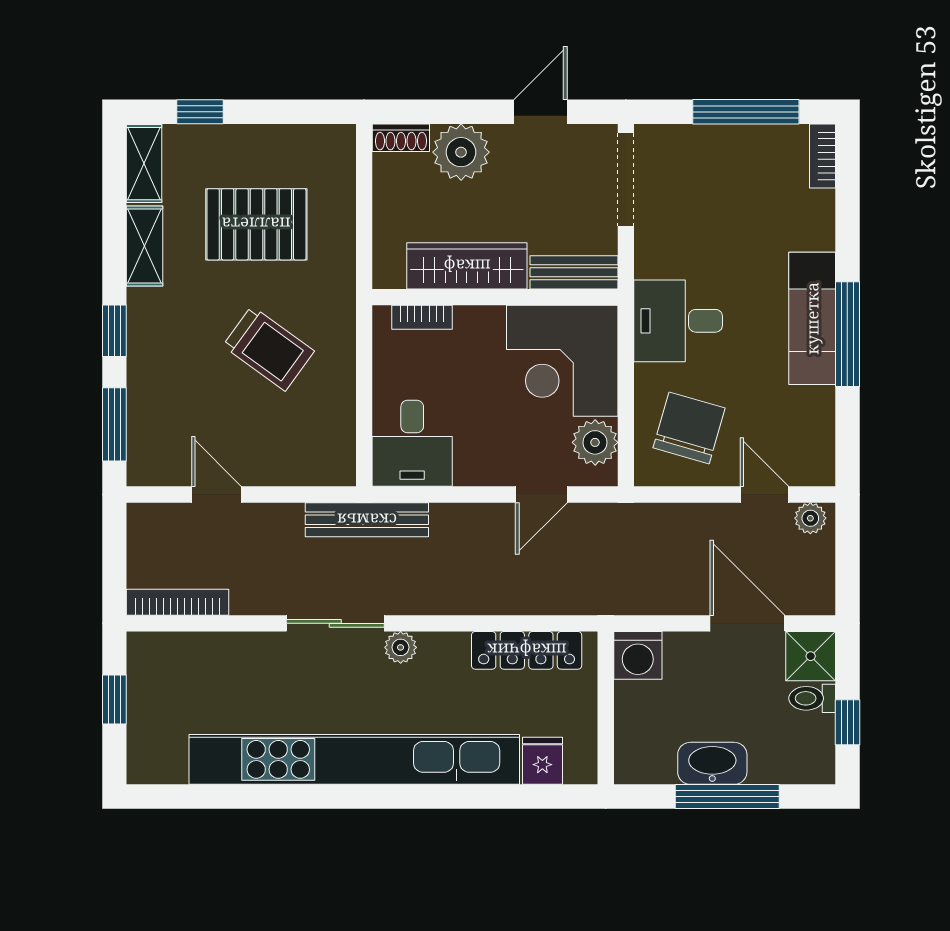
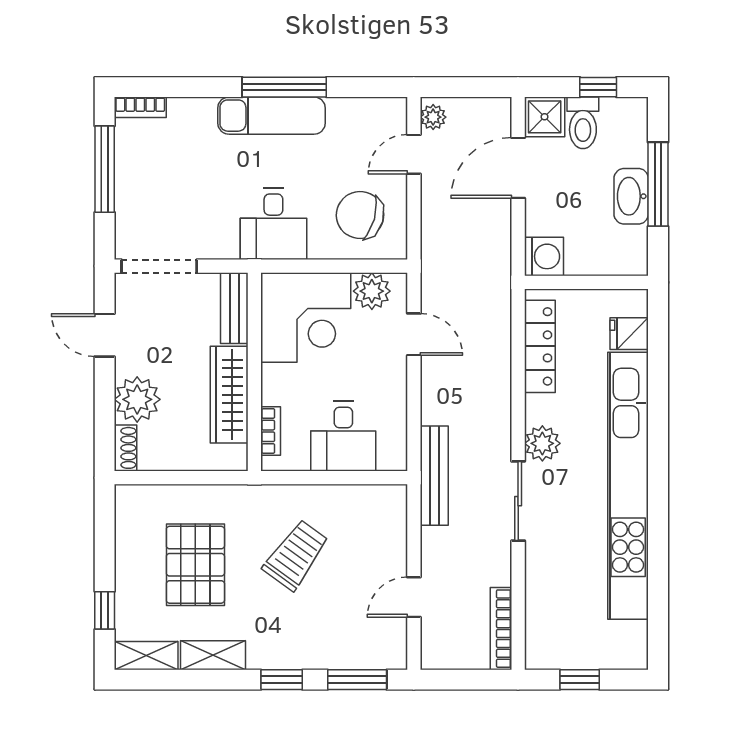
desk: (412, 443) -> (343, 436), moved, turned 90
plant: (401, 647) -> (542, 443), width x1.38, depth x1.38
toilet: (812, 698) -> (583, 123), width x1.37, depth x1.39

